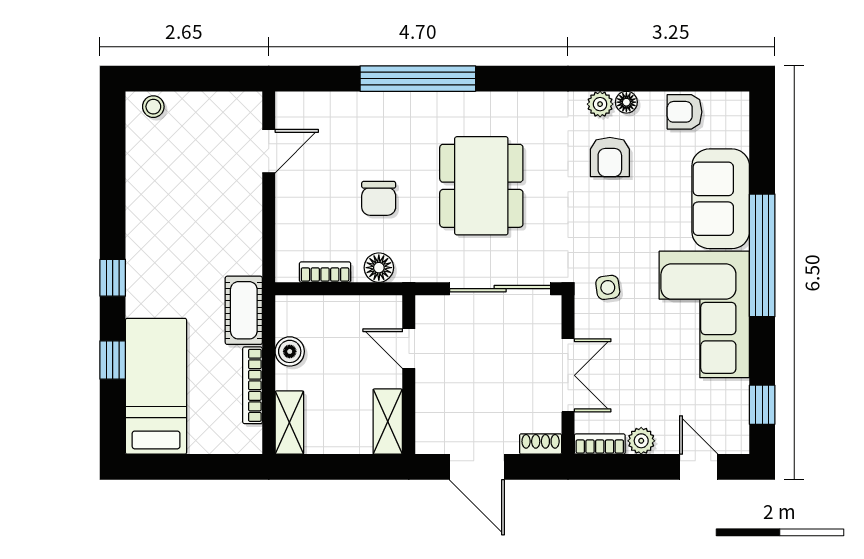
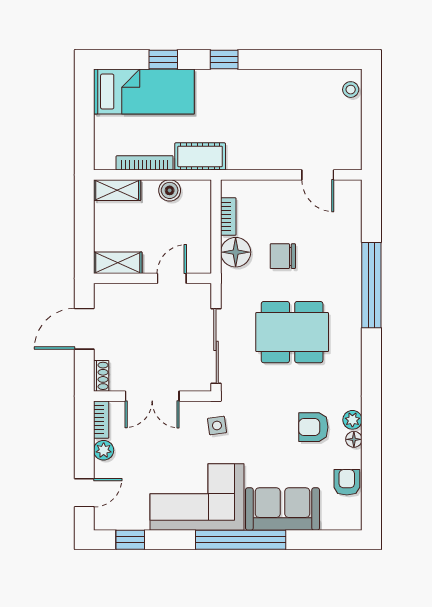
floor lamp: (379, 268) -> (236, 252), width x1.38, depth x1.38

